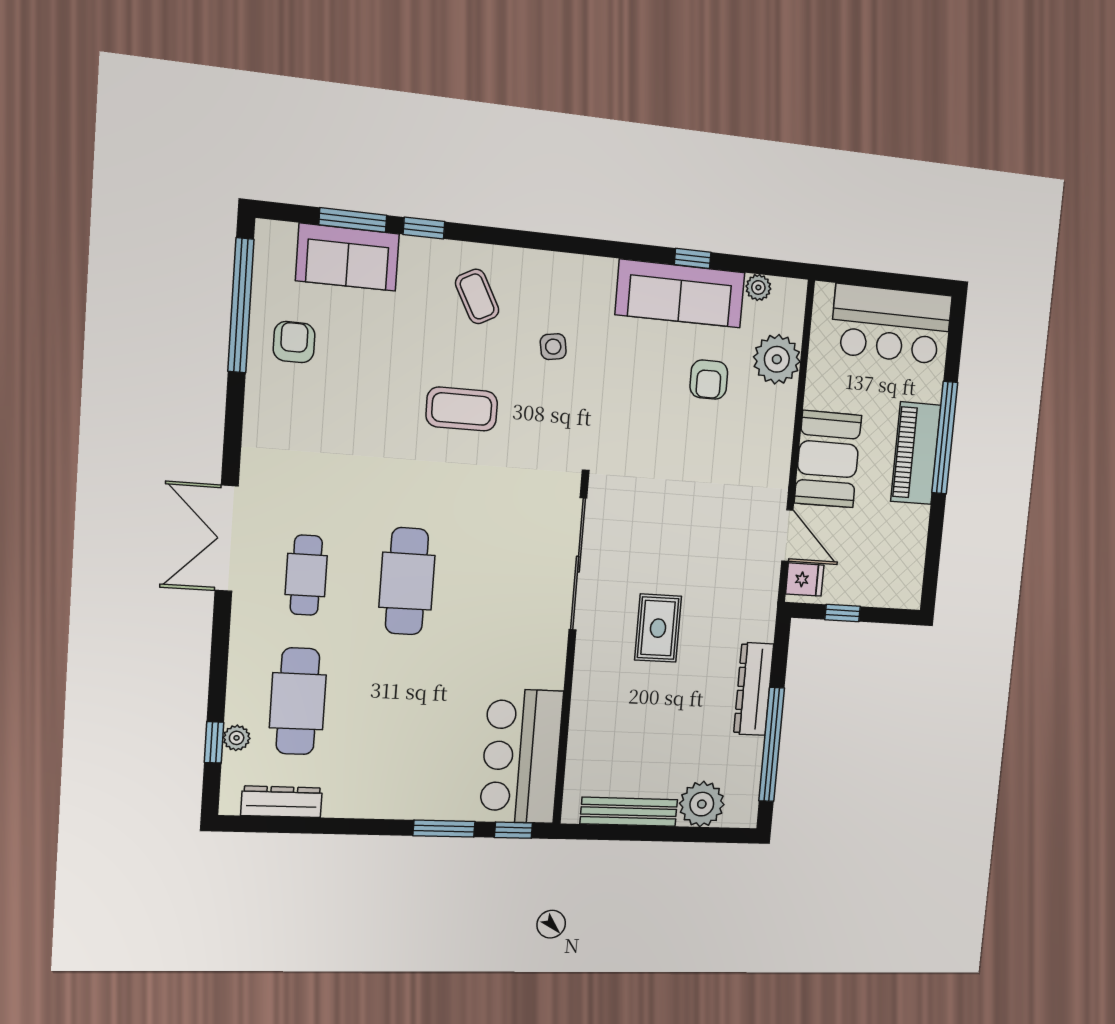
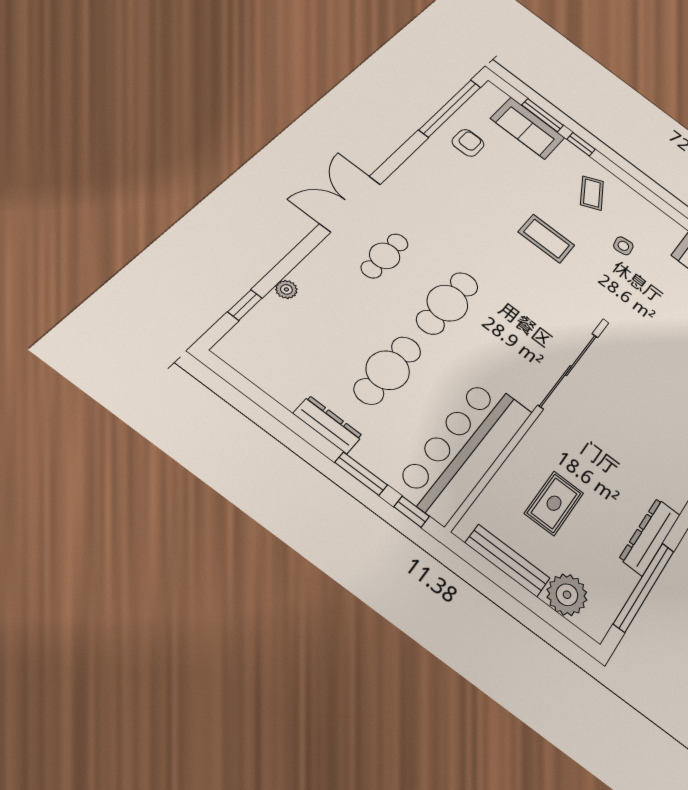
rug: (658, 628) -> (554, 503), moved
cafe table: (298, 701) -> (388, 370), moved
plant: (237, 738) -> (286, 289), moved
bar counter: (521, 756) -> (464, 448), width x1.36
dresser: (282, 802) -> (328, 424), moved

